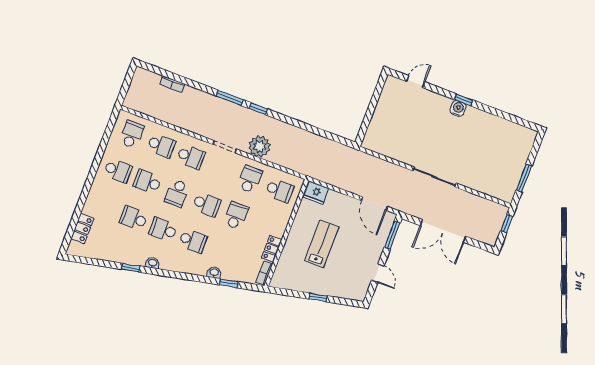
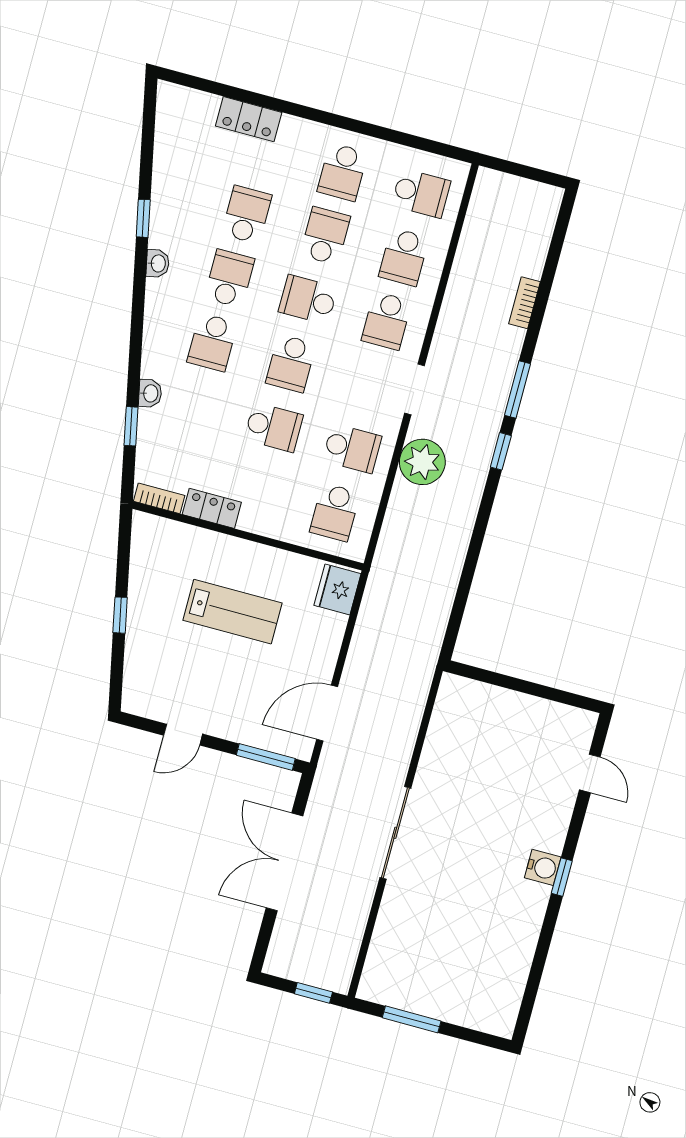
bookcase: (172, 84) -> (524, 303), moved
locker: (82, 228) -> (249, 119), moved

